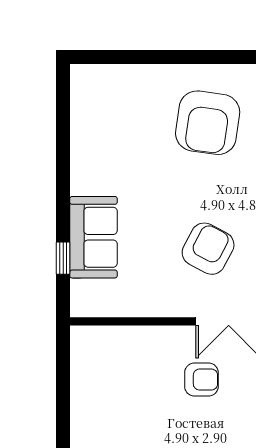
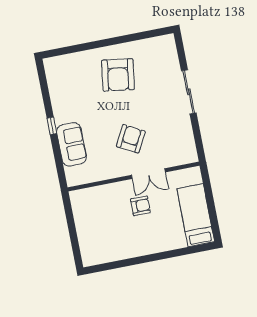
window: (63, 258) -> (52, 126), moved

